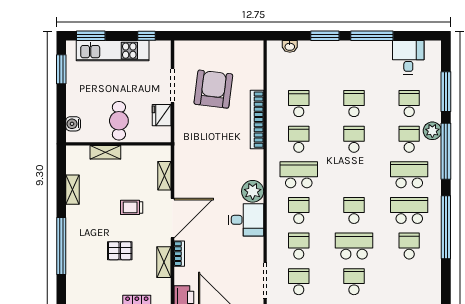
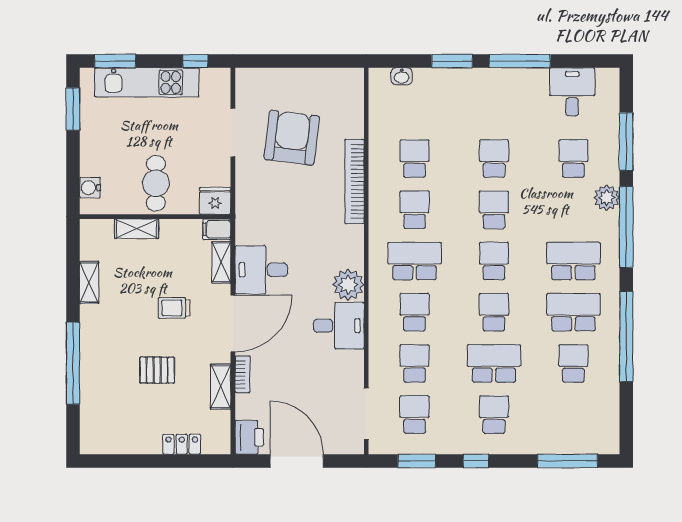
fridge: (162, 115) -> (215, 201), moved, turned 90
school desk: (409, 139) -> (494, 261), moved
filing cabinet: (161, 153) -> (217, 229), added
desk: (192, 181) -> (261, 270), added

